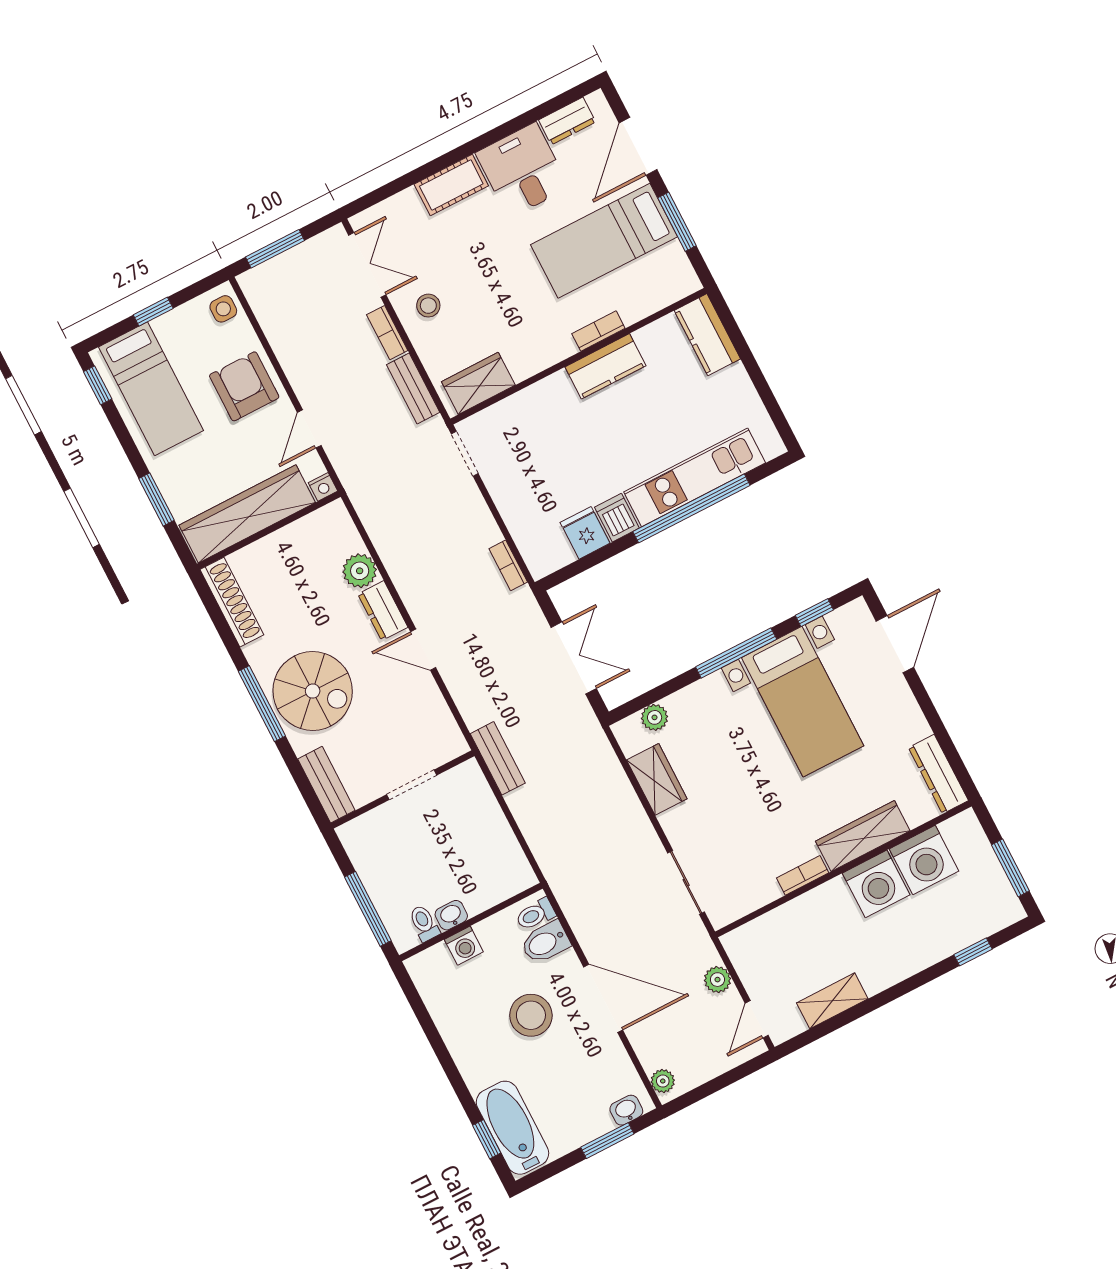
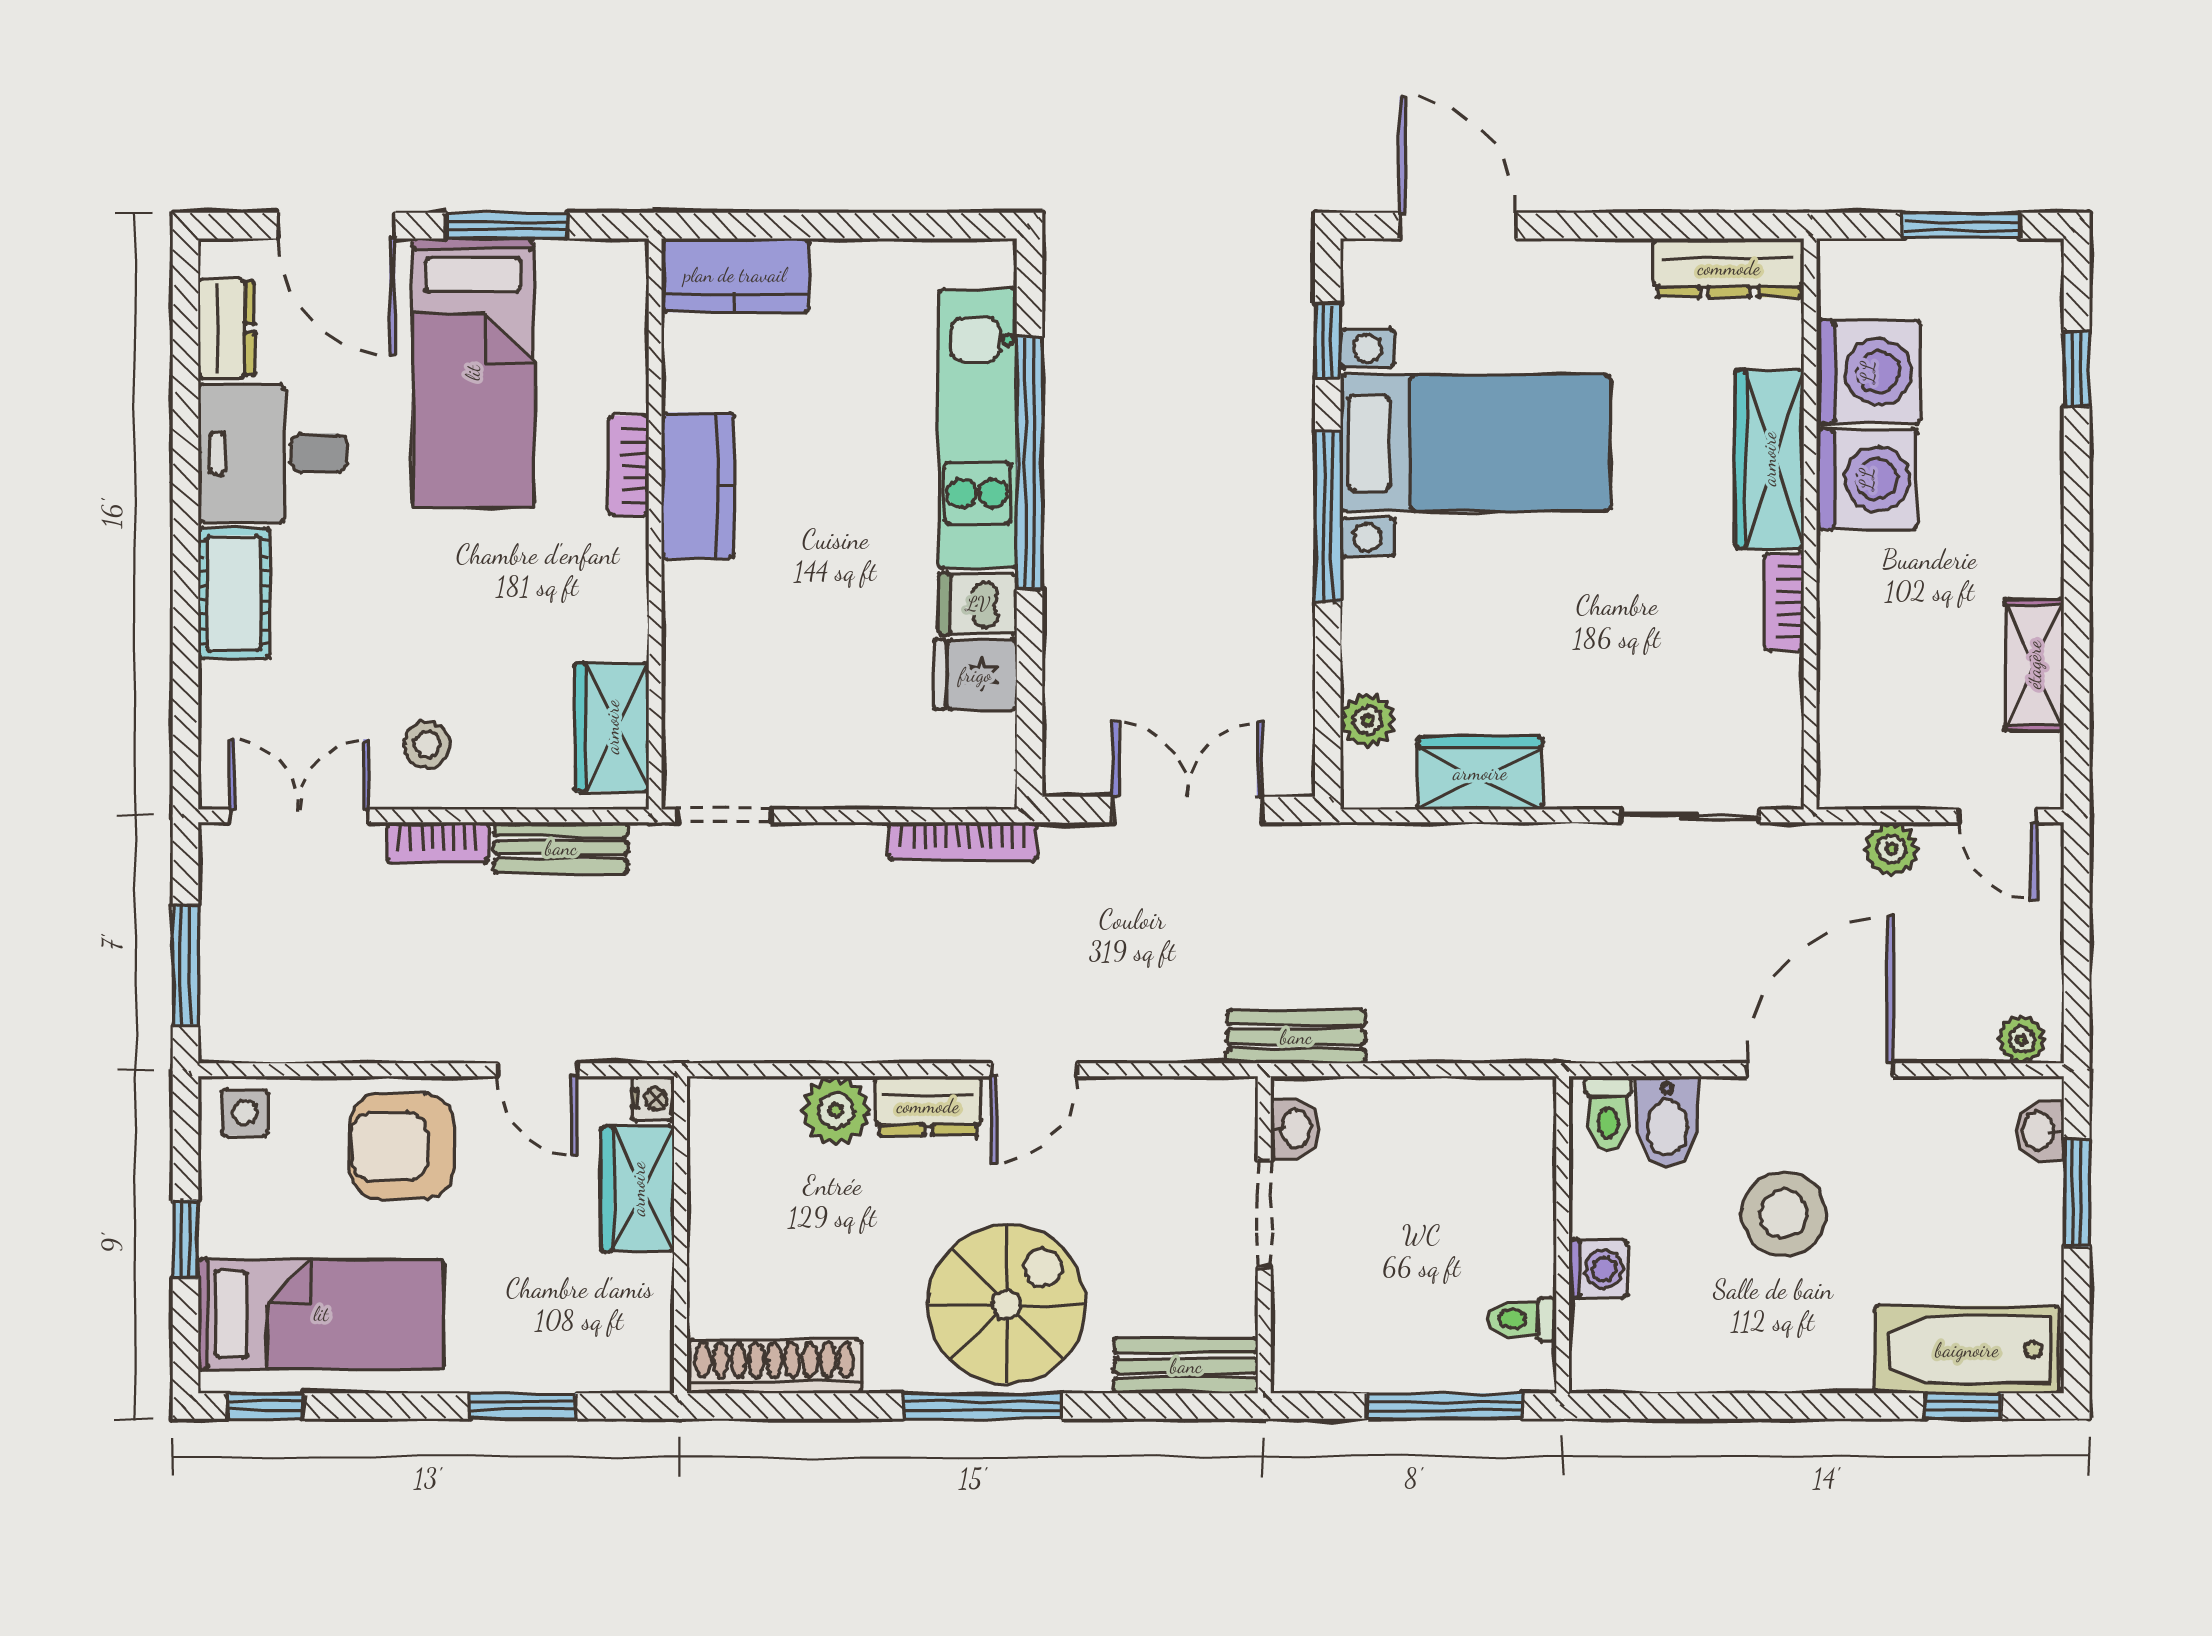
wardrobe: (247, 514) -> (638, 1189), width x0.48, depth x0.85
bookcase: (508, 565) -> (963, 841), width x1.56
washbasin: (451, 915) -> (1294, 1129), moved, turned 180

